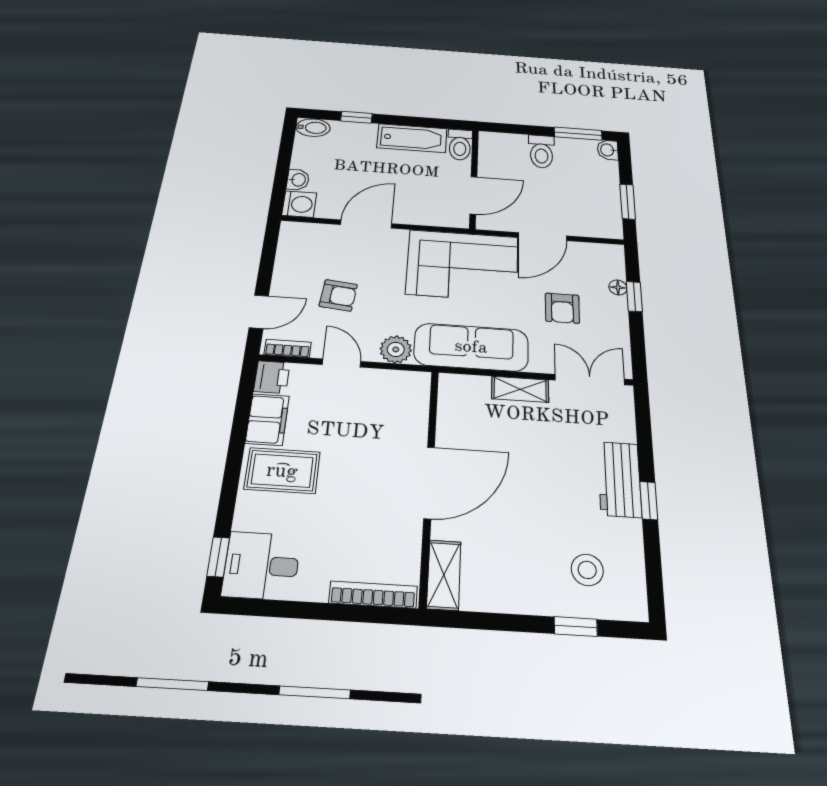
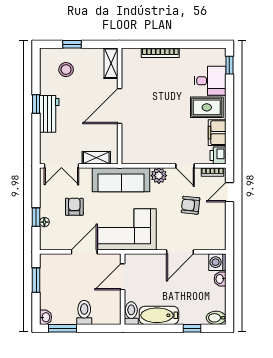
door: (429, 483) -> (120, 106), moved
wall: (429, 483) -> (120, 106), moved
desk: (261, 566) -> (210, 81), moved
shelving: (444, 575) -> (111, 63), moved

